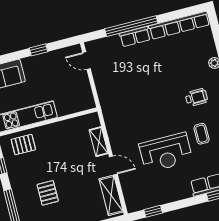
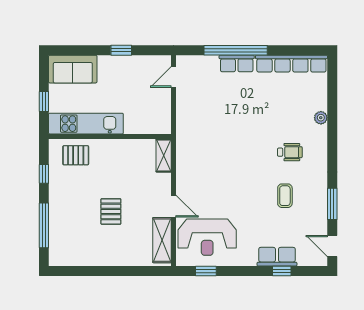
door: (86, 61) -> (174, 77), hinge flipped
shelving: (99, 142) -> (164, 156), moved
reception desk: (166, 153) -> (207, 237), moved
pallet: (48, 193) -> (111, 211), moved

